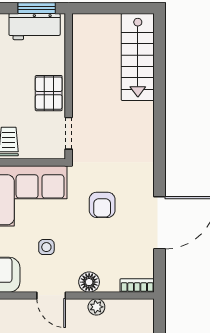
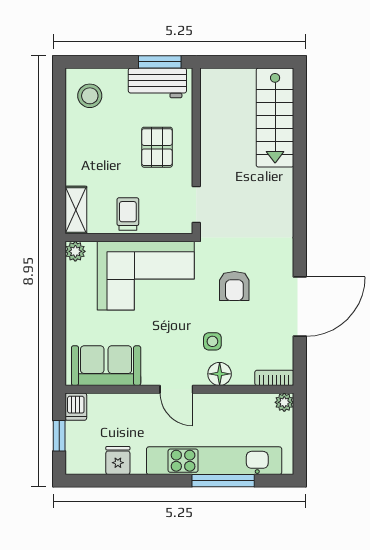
pallet: (49, 93) -> (157, 147), moved
side table: (46, 247) -> (212, 341), moved
plant: (96, 307) -> (284, 402), moved

